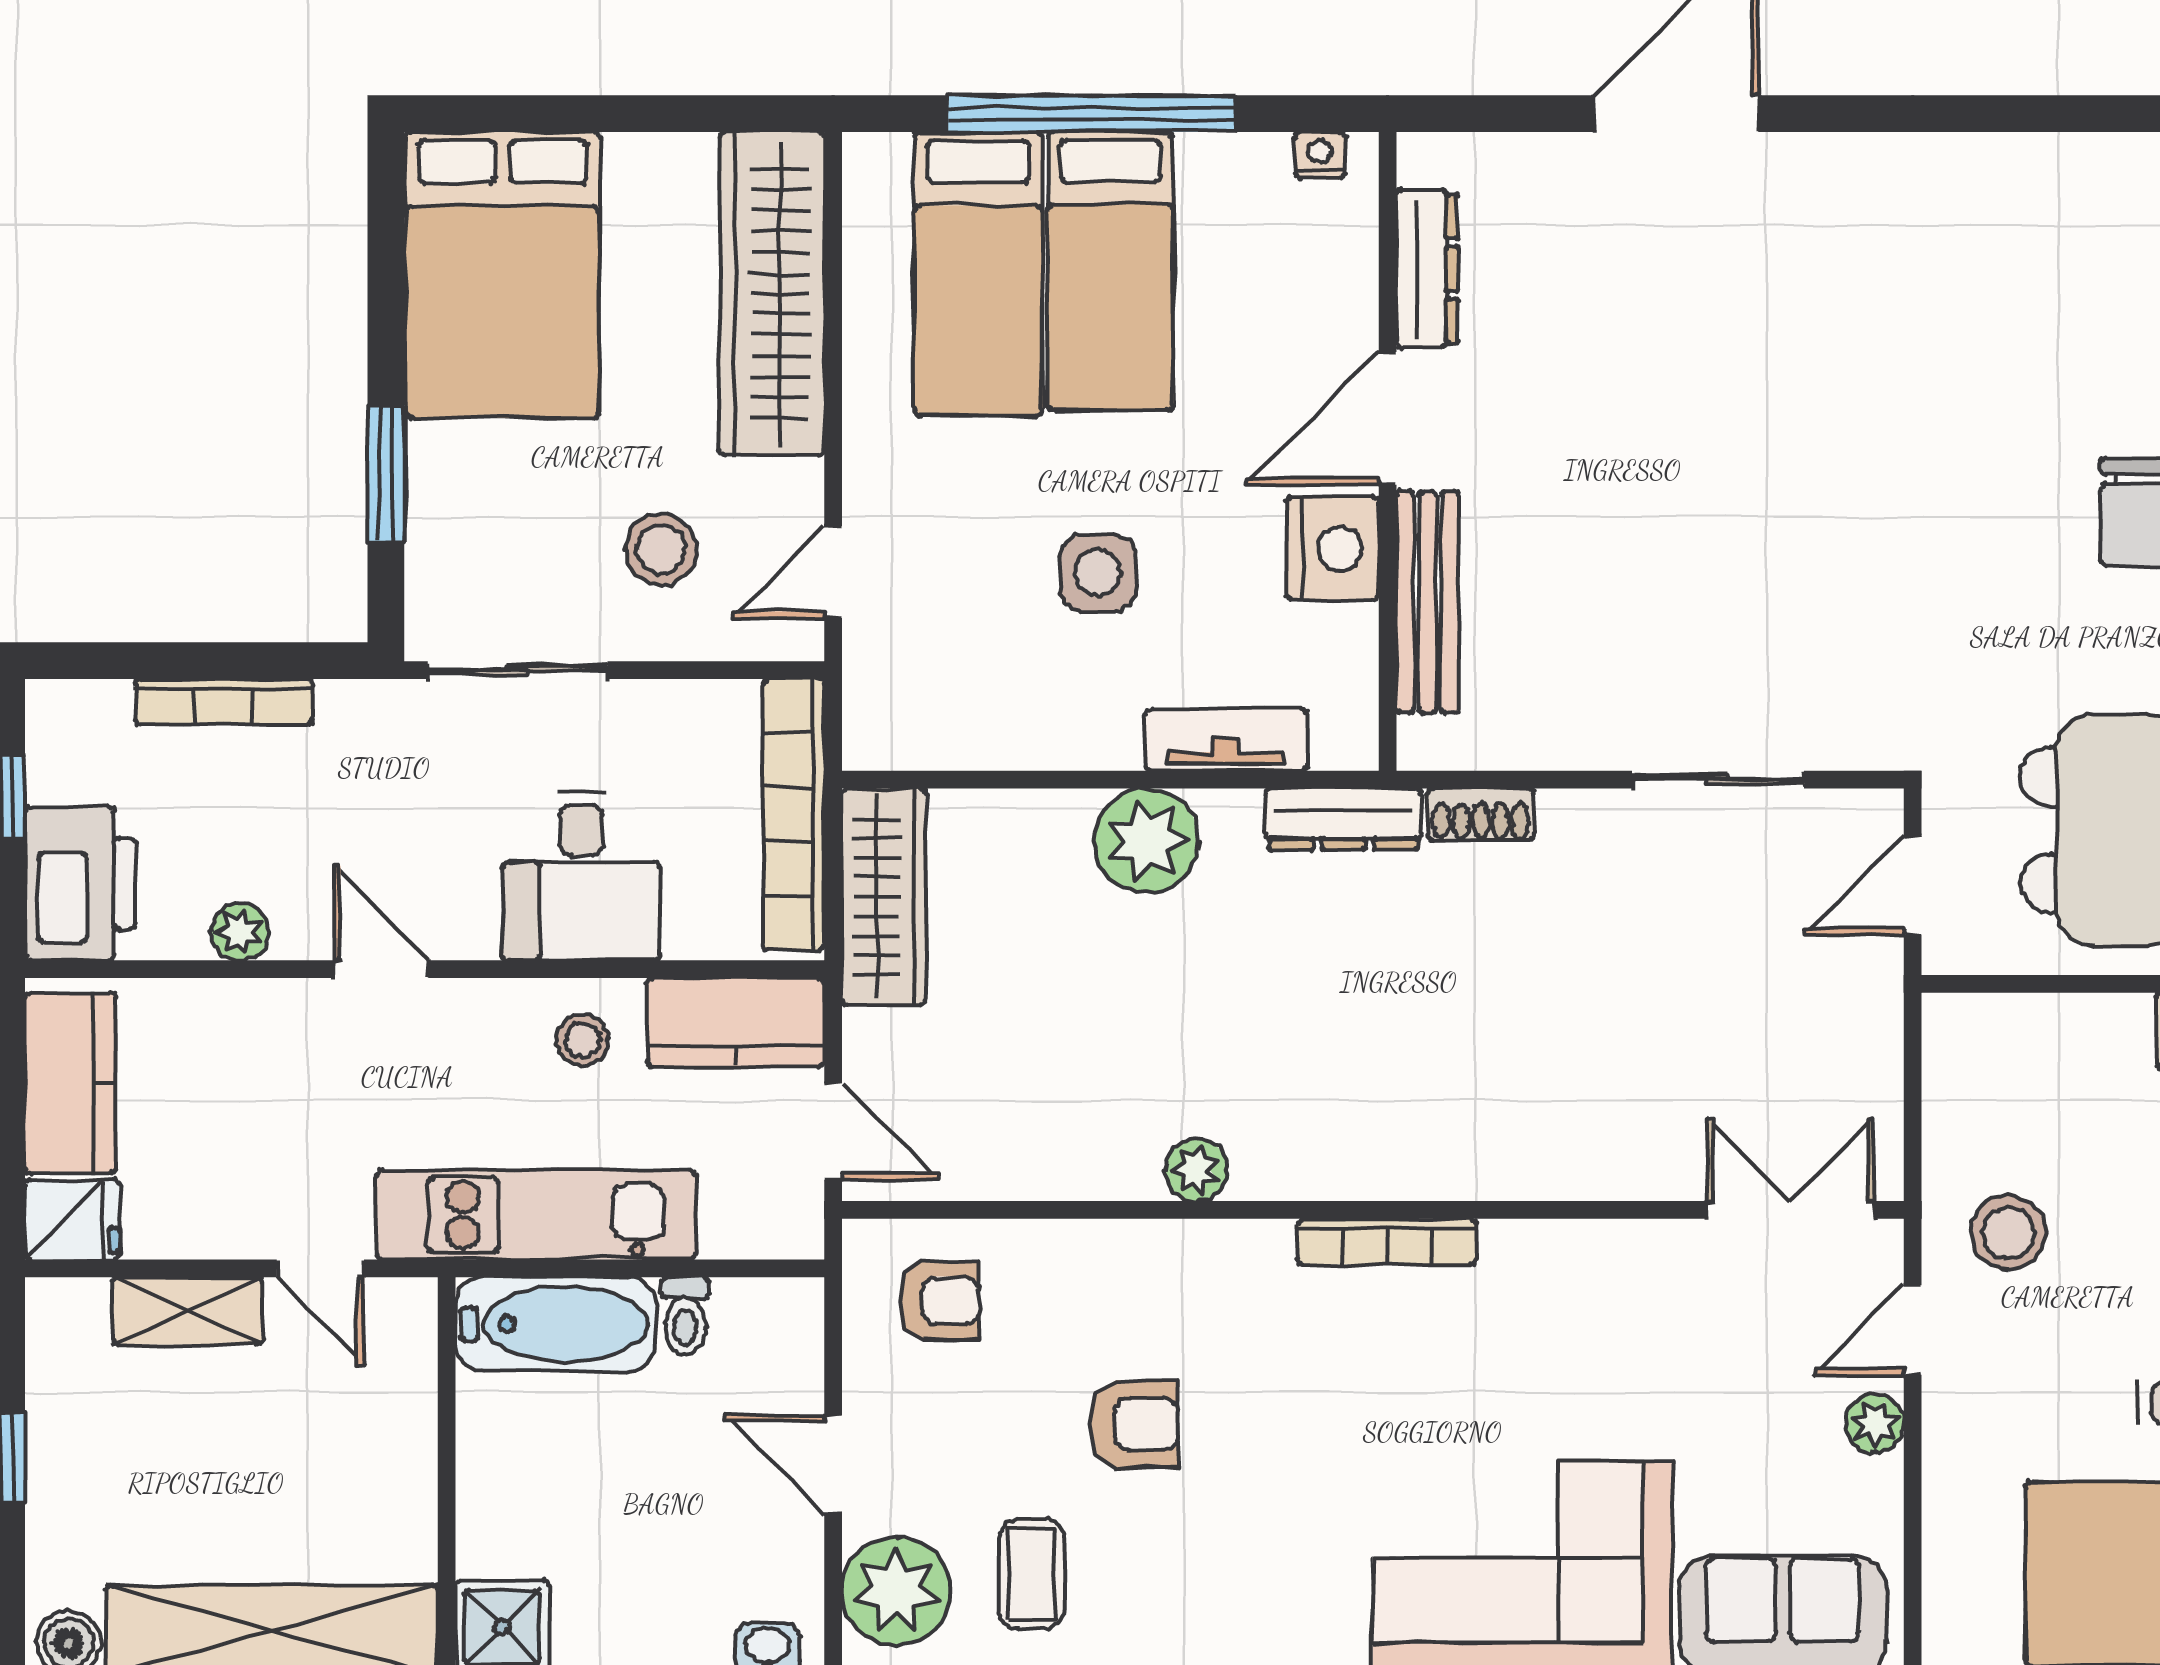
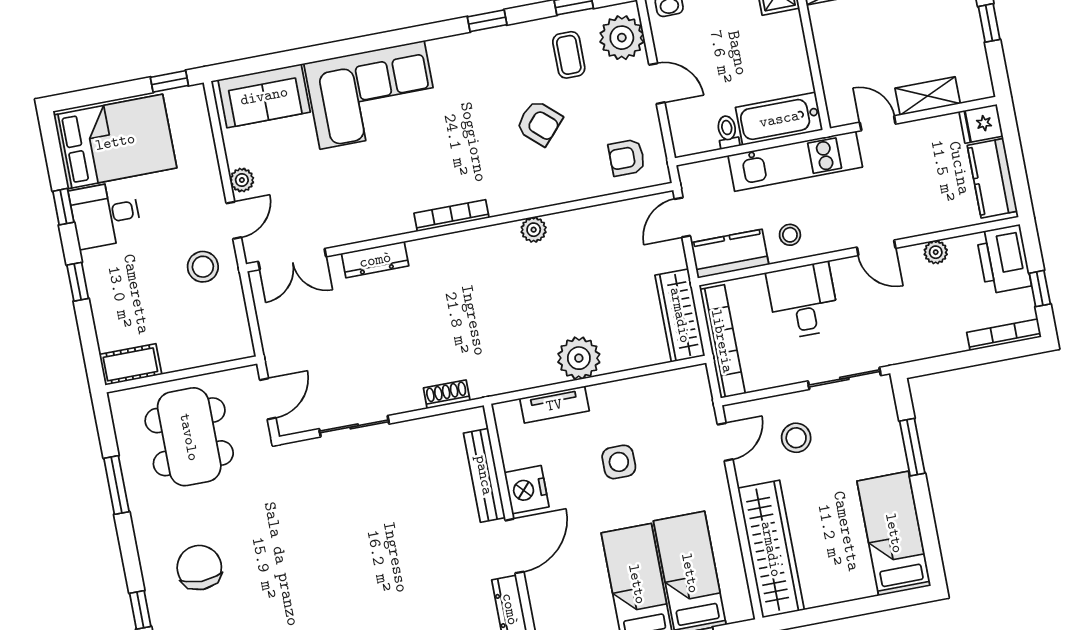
bed: (503, 275) -> (894, 533), width x0.67
bookcase: (224, 702) -> (1004, 335), moved
dresser: (1343, 819) -> (375, 260), moved, turned 180
door: (833, 1132) -> (682, 217), hinge flipped
armchair: (1134, 1424) -> (539, 123), turned -138

